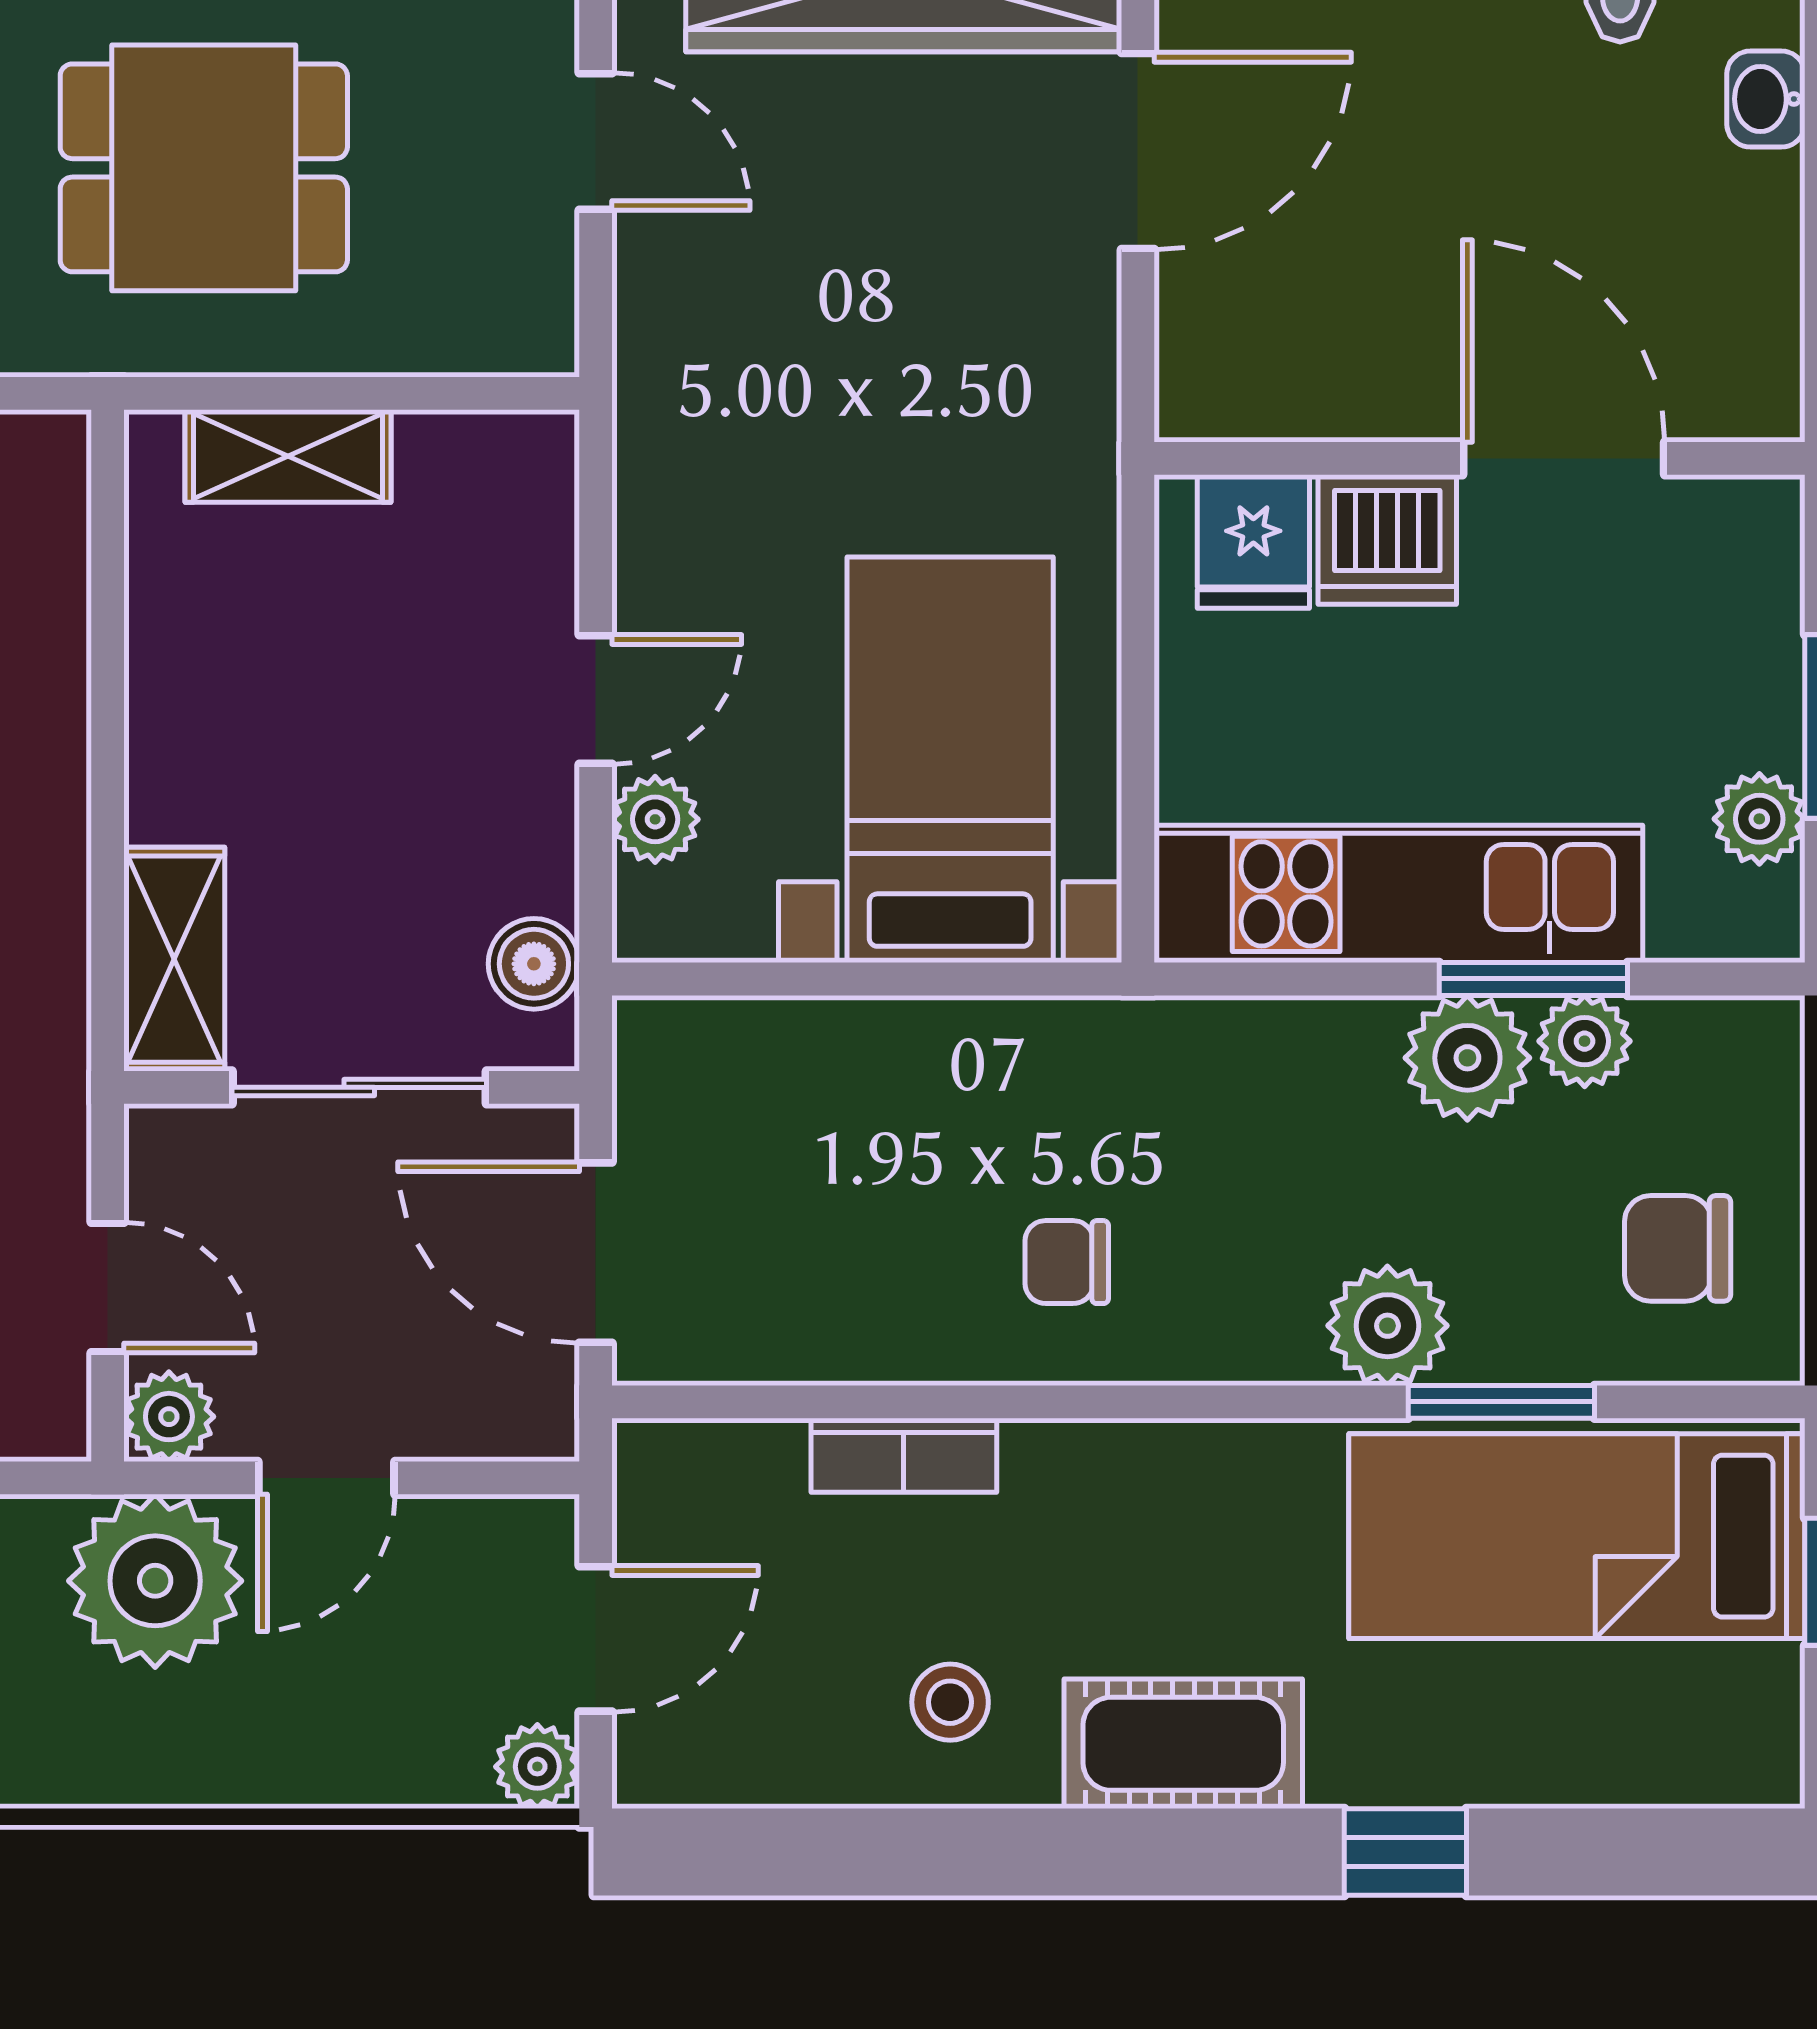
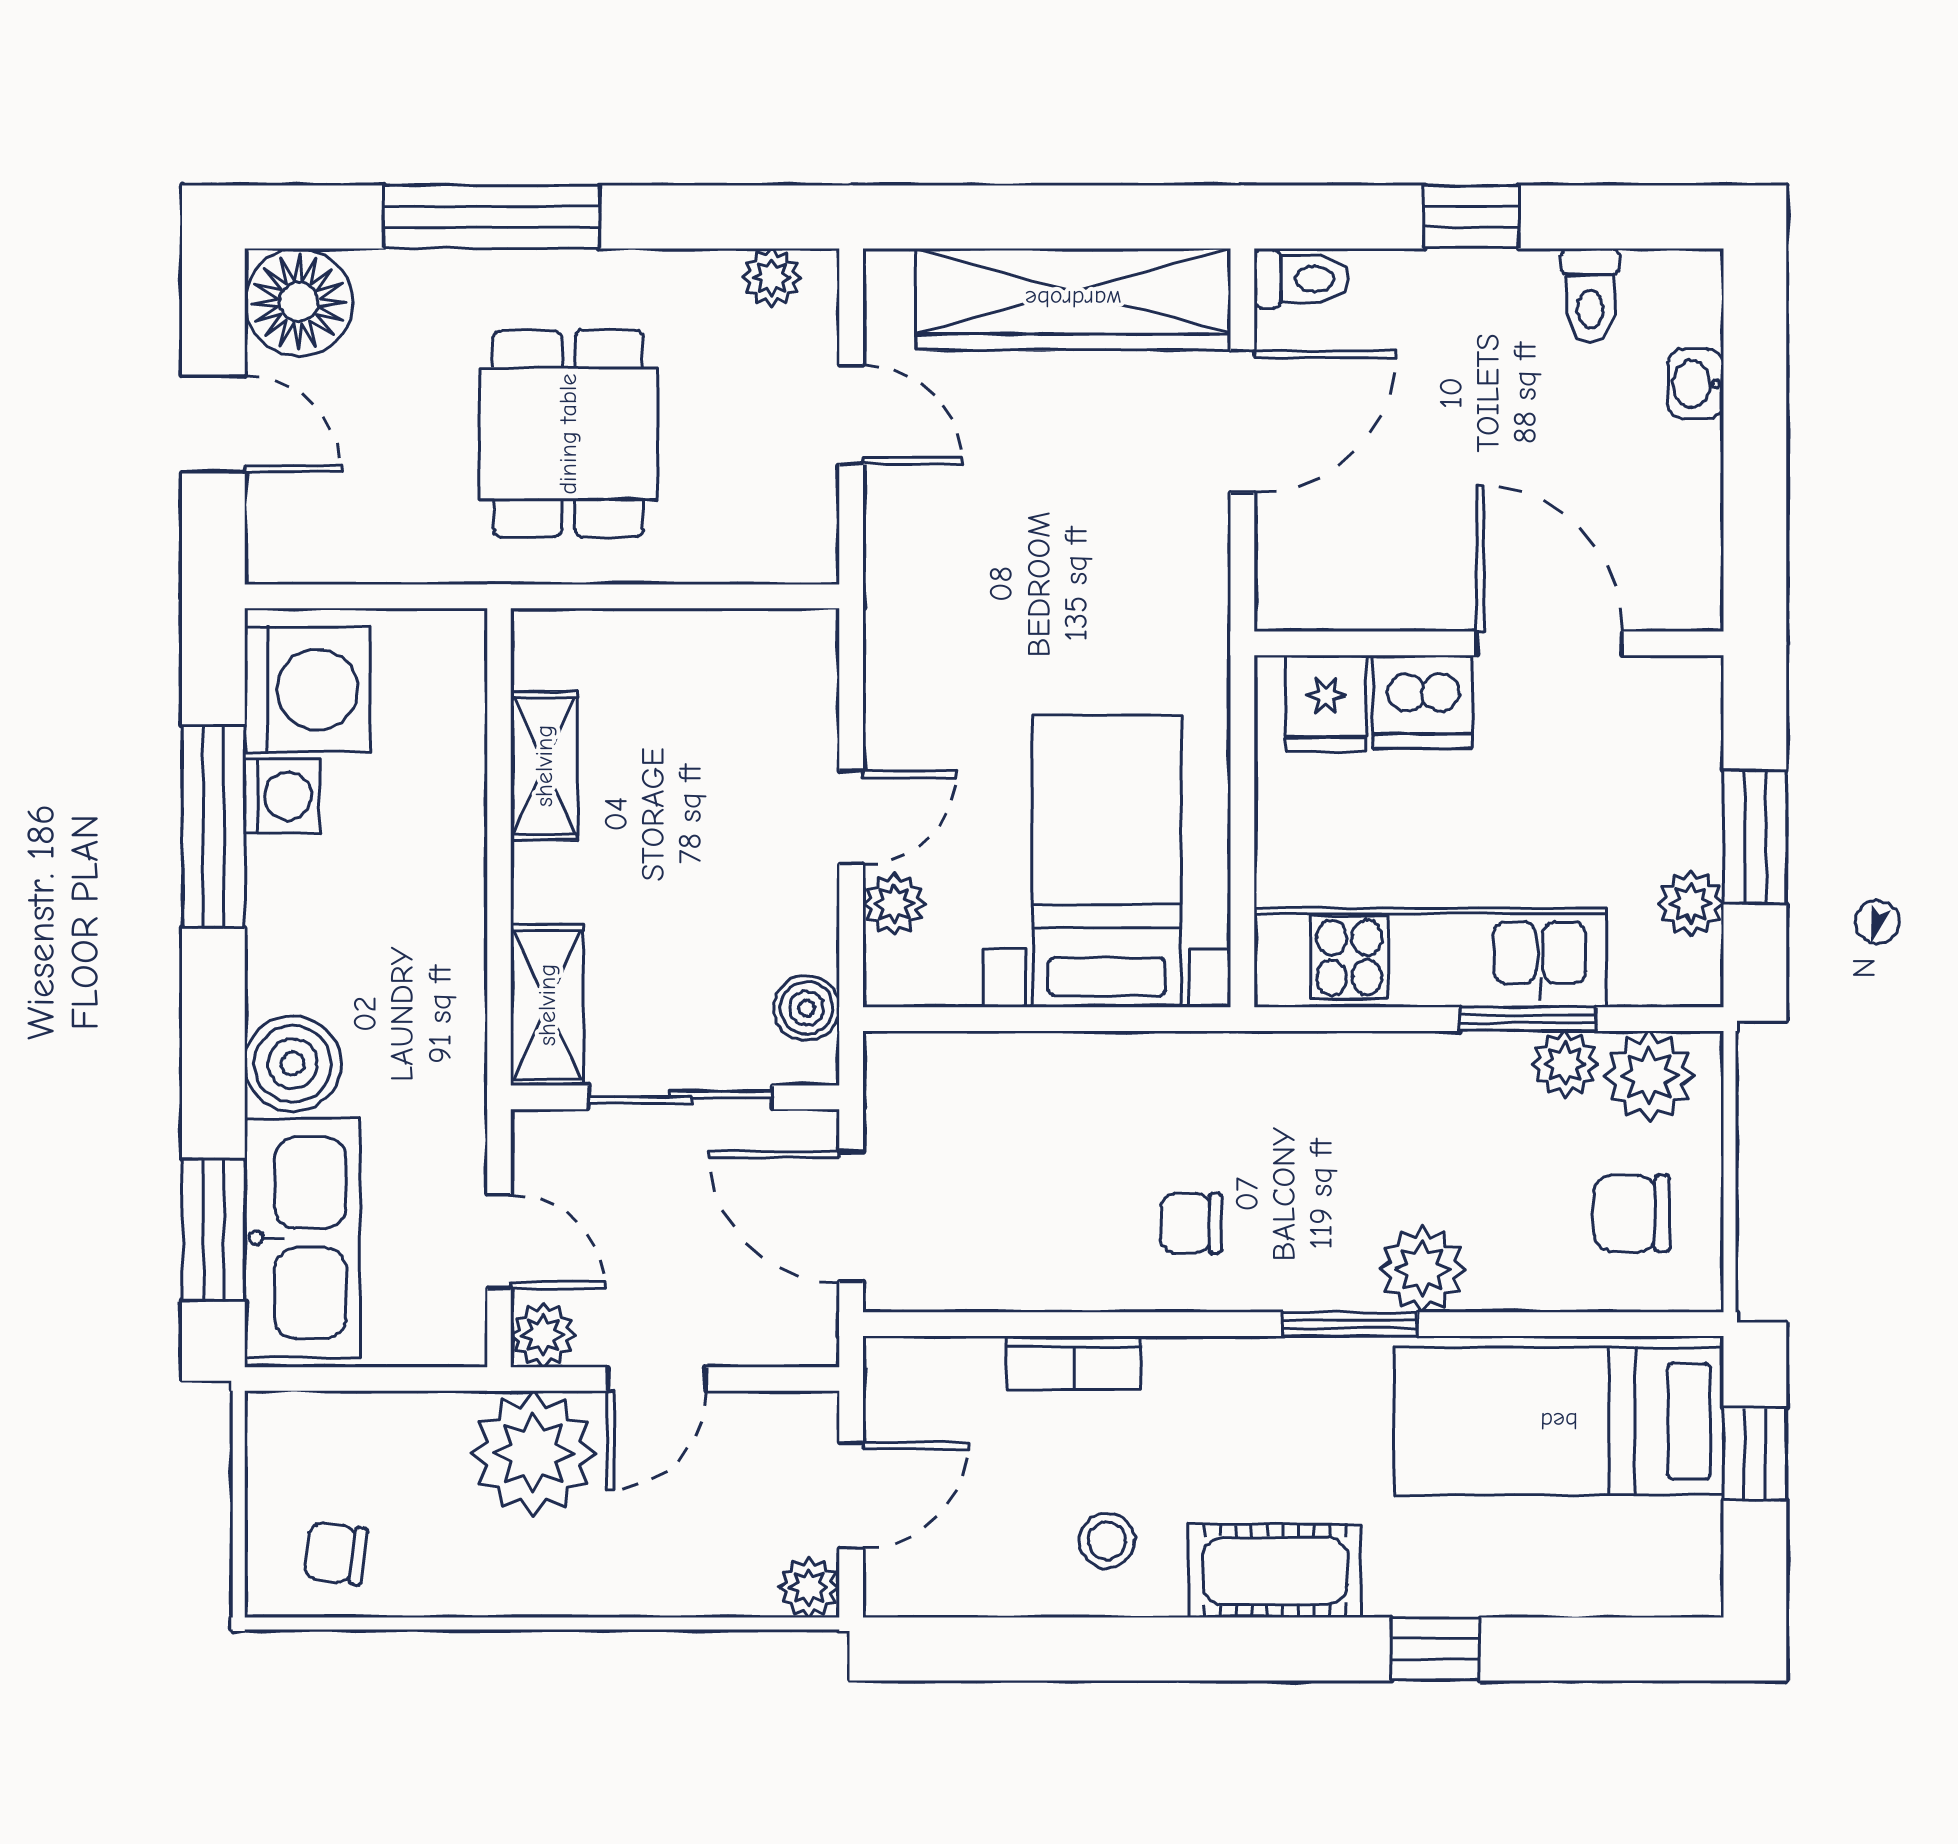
dining table: (204, 168) -> (568, 434), turned 90
shelving: (288, 456) -> (544, 766), moved, turned 90
plant: (1467, 1058) -> (1649, 1076), moved
window: (1501, 1402) -> (1350, 1324), moved

